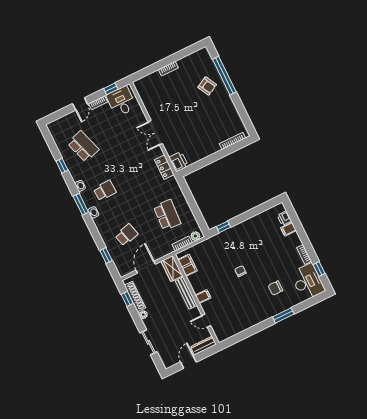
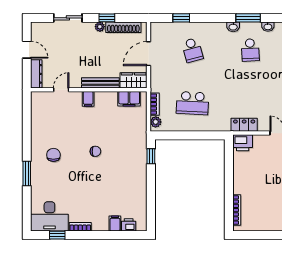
door: (146, 267) -> (149, 54), swing flipped
chair: (275, 288) -> (53, 155), moved
window: (127, 299) -> (107, 18), moved

